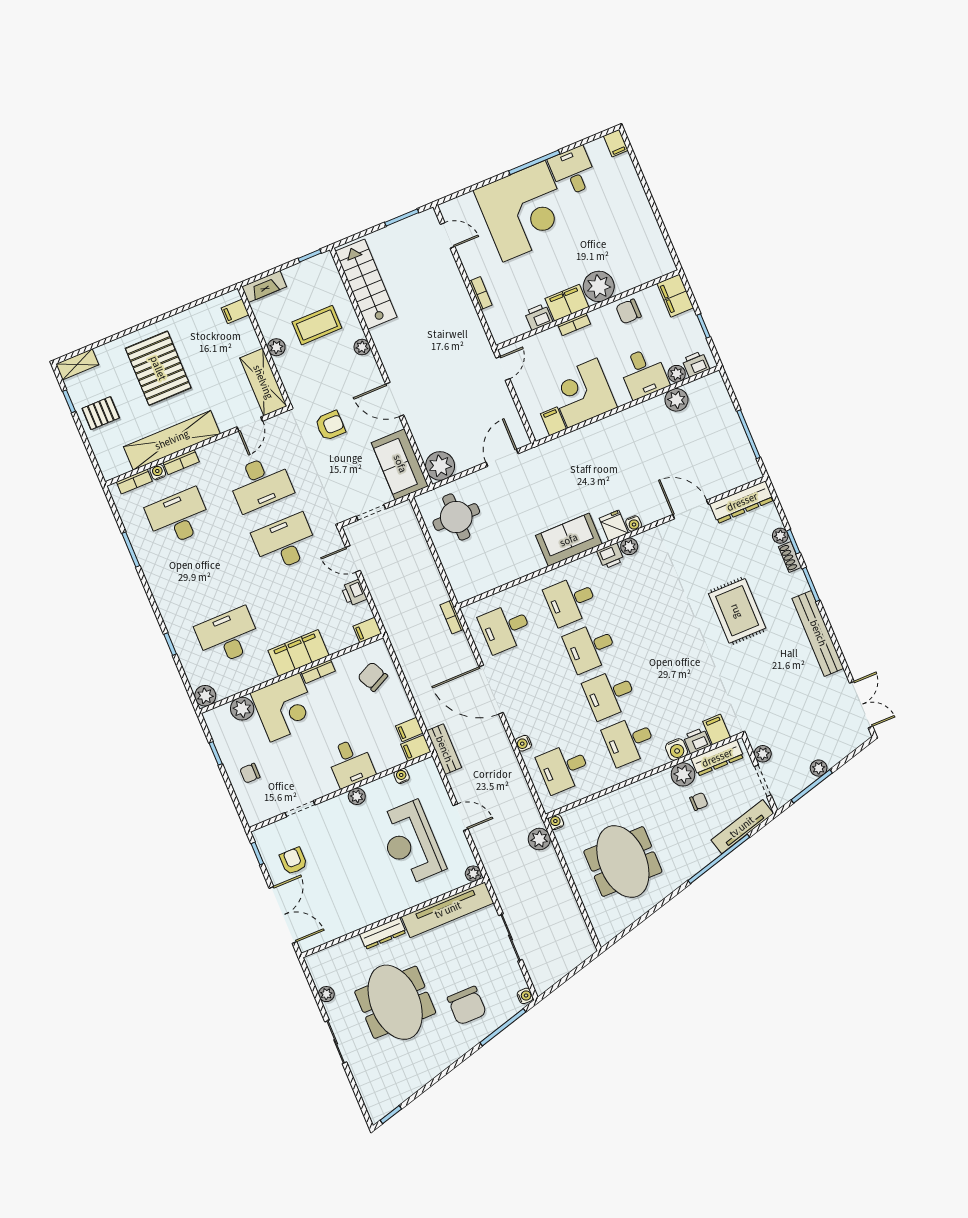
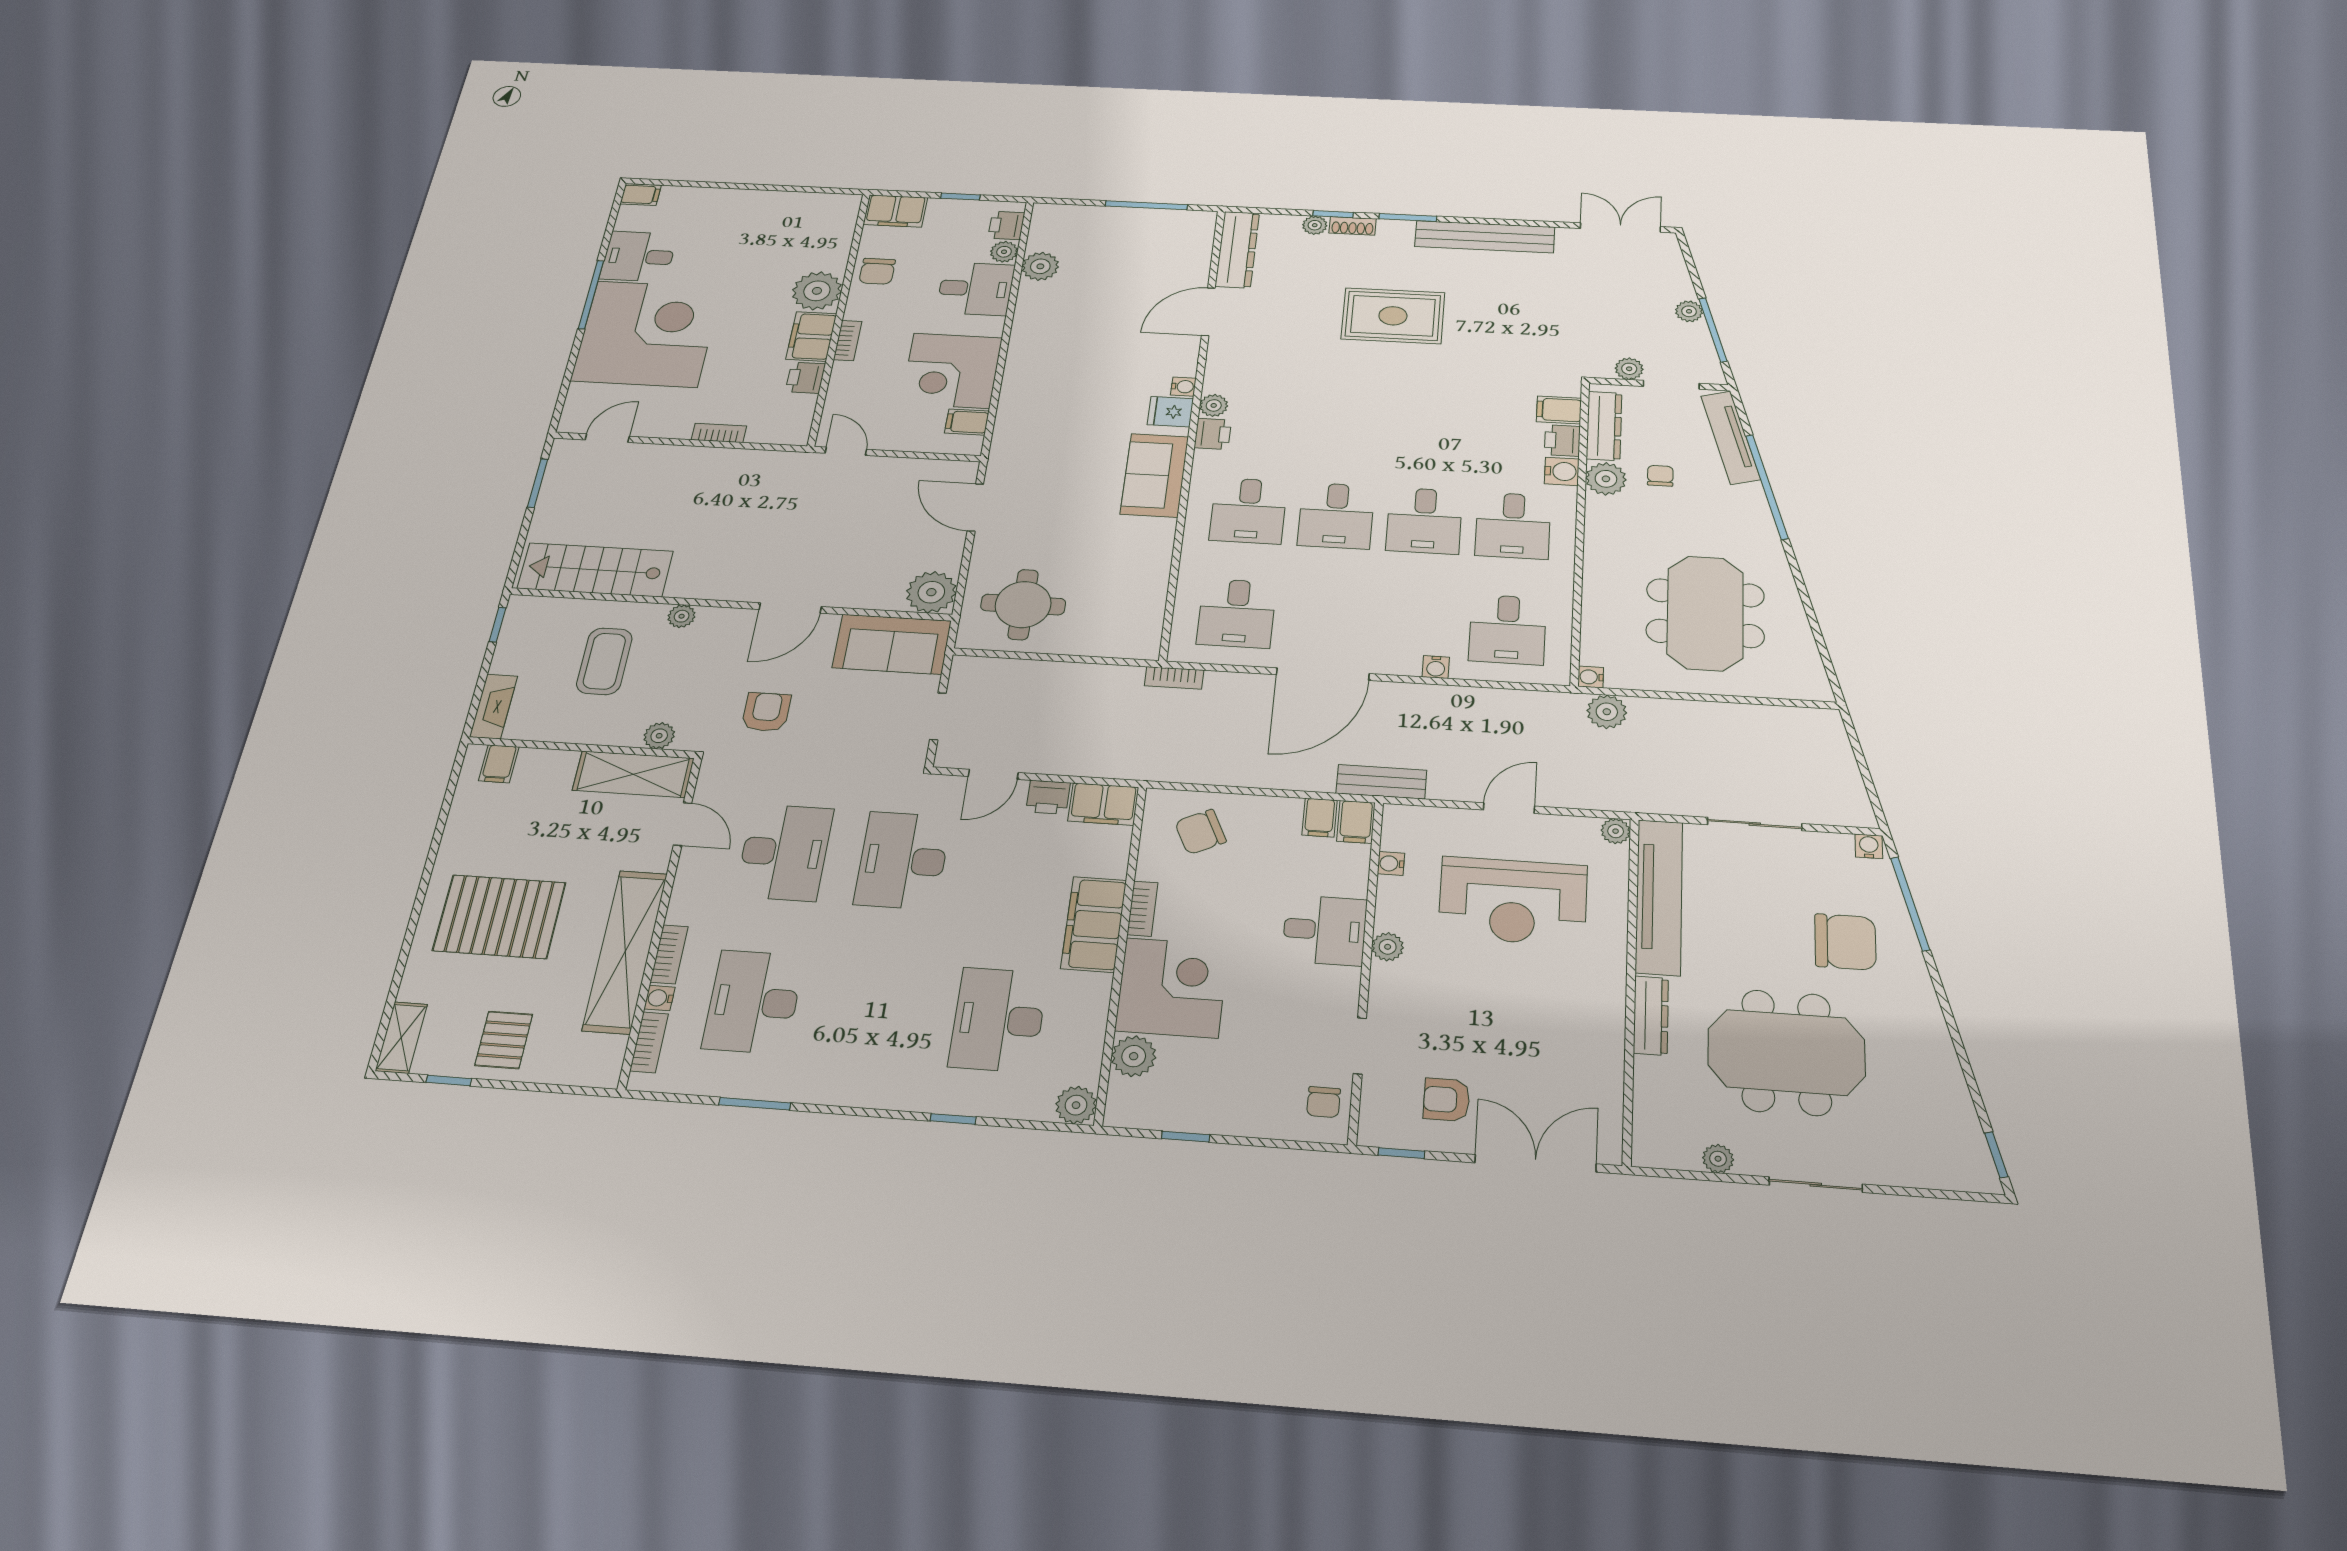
plant: (276, 347) -> (659, 736), moved
filing cabinet: (367, 630) -> (1103, 804), width x2.00
chair: (250, 773) -> (1324, 1102), moved
meeting table: (623, 862) -> (1705, 613), turned 90

